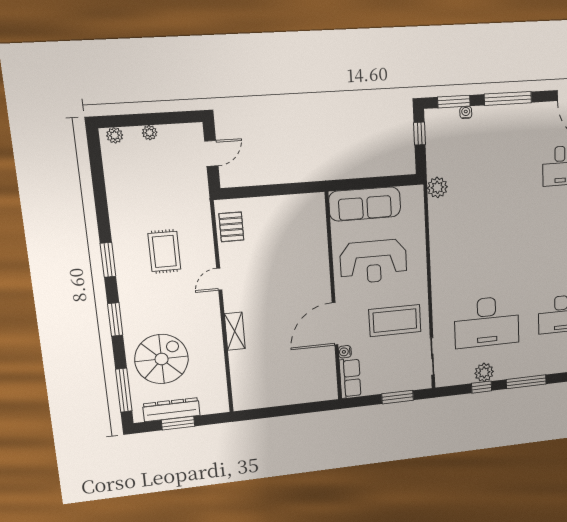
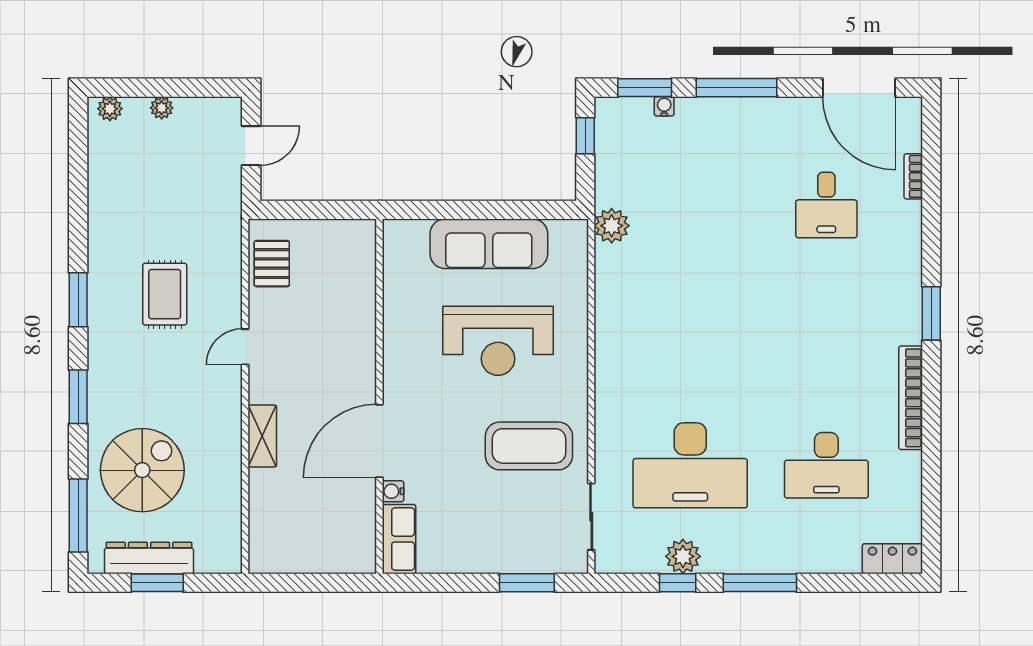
wall: (333, 298) -> (379, 396), moved
door: (335, 324) -> (379, 441), moved
water cooler: (345, 352) -> (393, 491), moved
row of seats: (350, 378) -> (399, 539), moved

